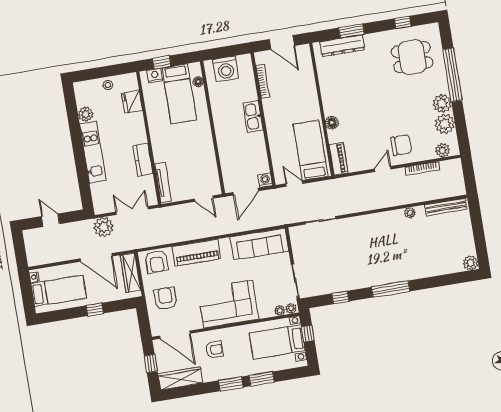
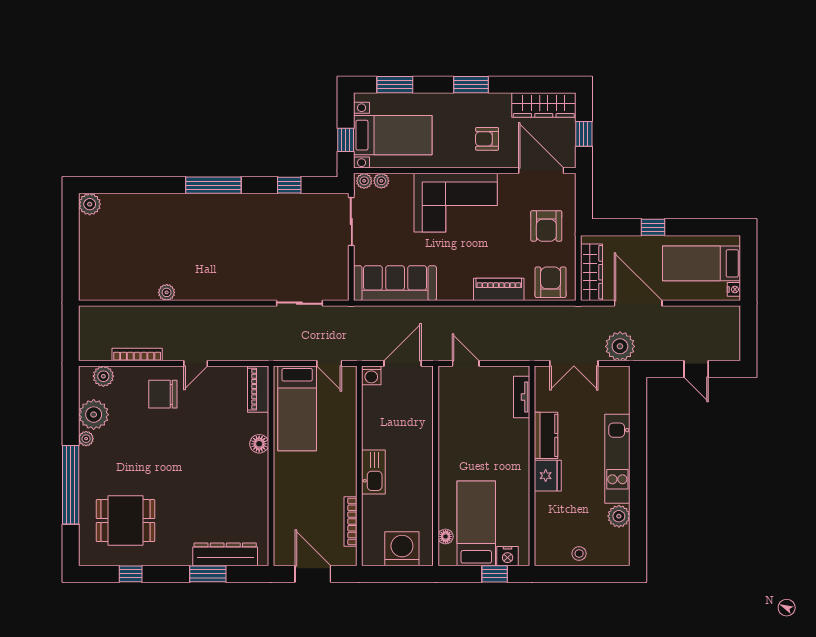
fridge: (132, 102) -> (548, 476), moved
plant: (442, 103) -> (86, 439), width x0.53, depth x0.53
tv unit: (163, 182) -> (522, 397), width x0.71
bench: (446, 207) -> (112, 292), removed
piano: (196, 253) -> (499, 289), width x0.73, depth x0.75
window: (262, 379) -> (395, 85), moved

